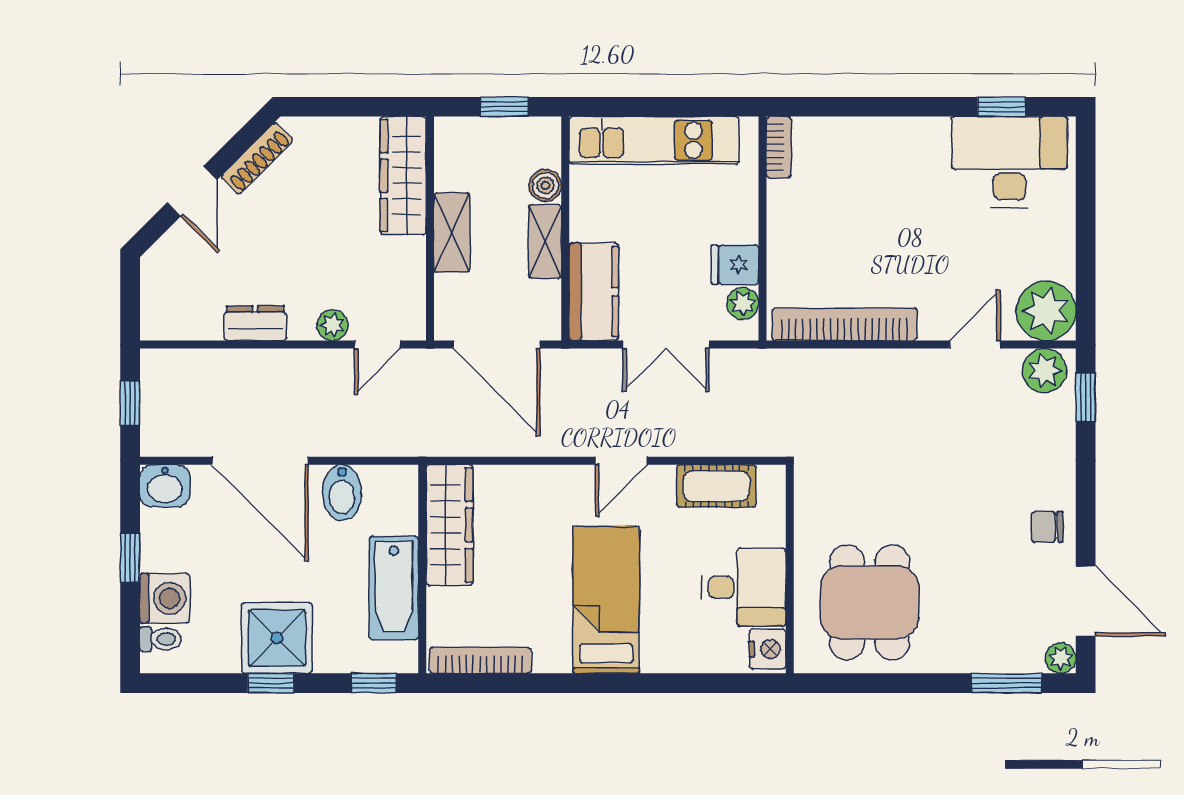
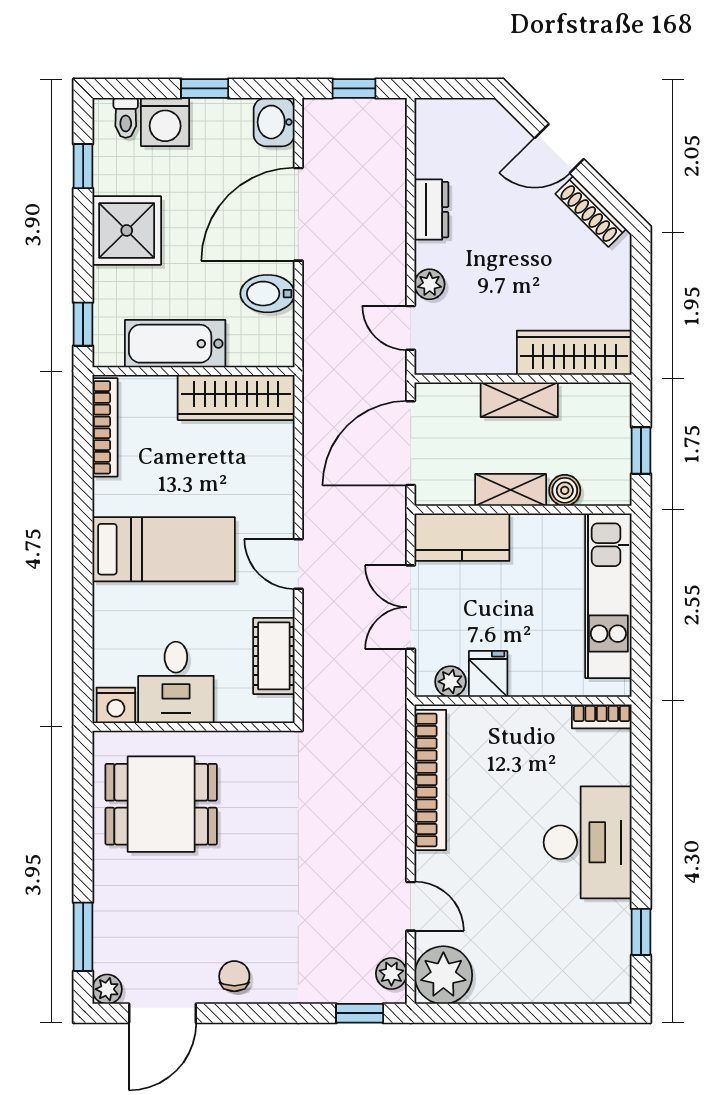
desk: (1009, 162) -> (588, 842), moved
plant: (1044, 371) -> (391, 973), width x0.73, depth x0.73
window: (271, 683) -> (83, 166), moved

